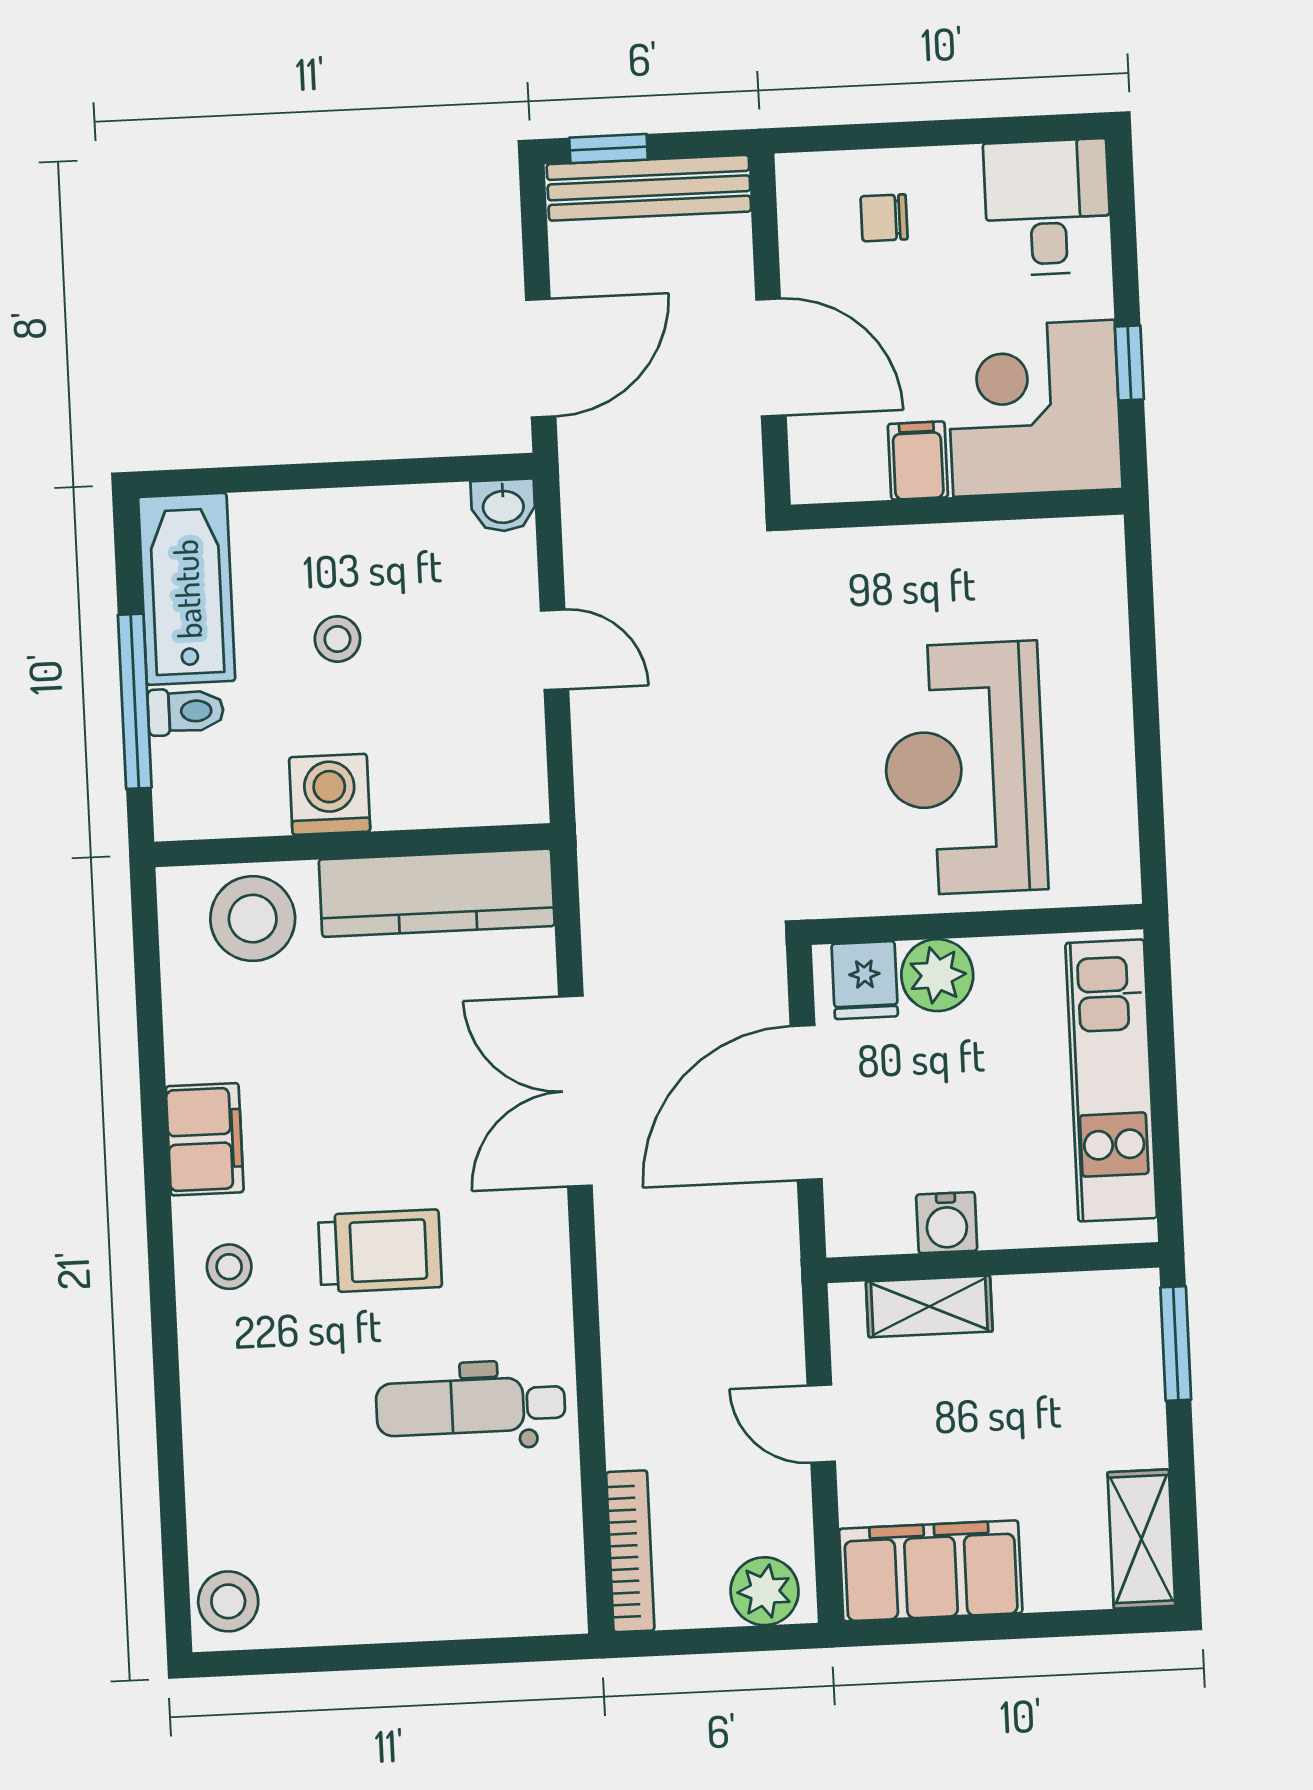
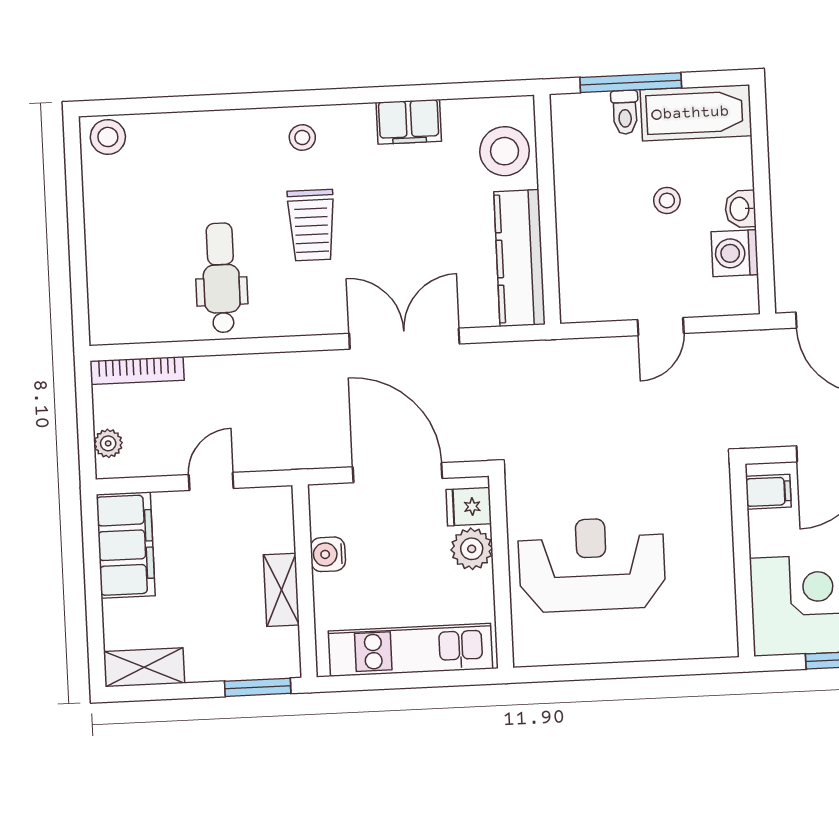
filing cabinet: (918, 461) -> (768, 492), moved
washbasin: (503, 505) -> (740, 209), moved
washing machine: (330, 794) -> (735, 253), moved, turned 180
filing cabinet: (205, 1139) -> (409, 122), moved
shelving: (929, 1306) -> (281, 590), moved
plant: (765, 1591) -> (108, 443), width x0.73, depth x0.73

